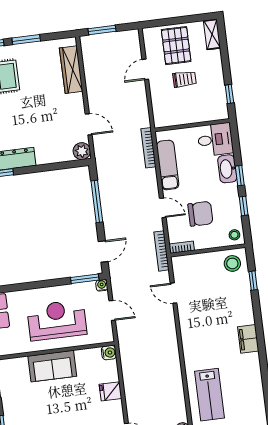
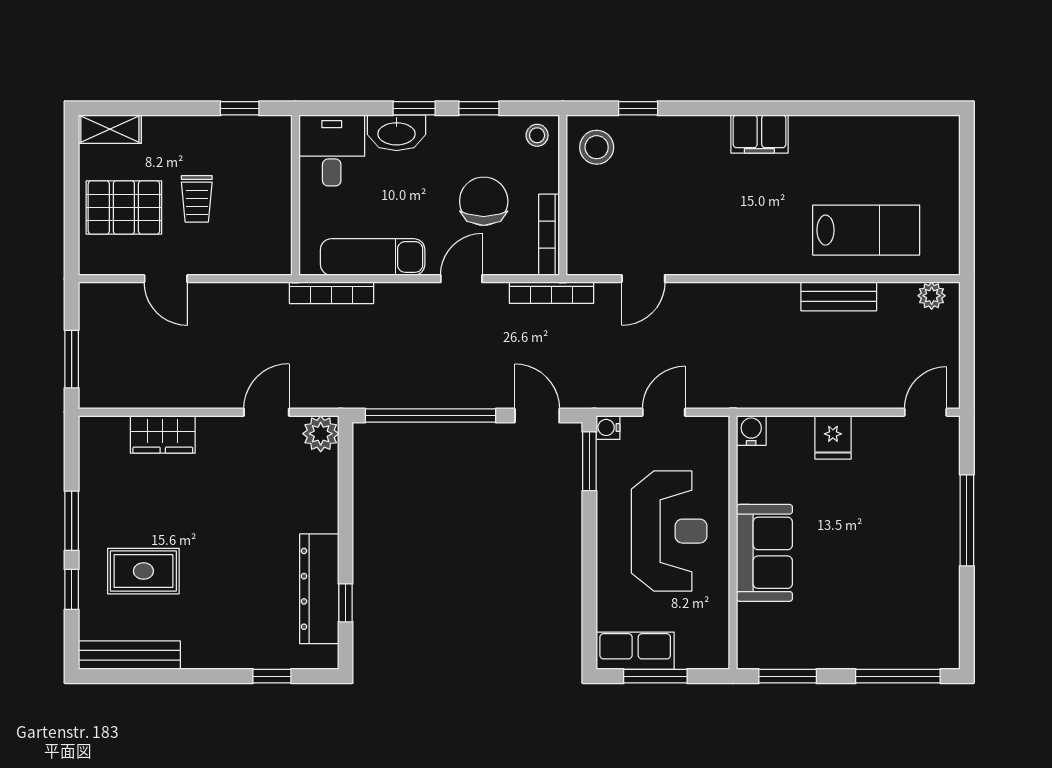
wardrobe: (71, 70) -> (163, 434), width x0.67
trolley: (184, 79) -> (197, 199), turned 180
window: (97, 201) -> (430, 416), width x1.46
bookcase: (182, 247) -> (549, 235), width x1.56
reception desk: (57, 320) -> (669, 531), turned 180
bench: (177, 386) -> (839, 296), added

